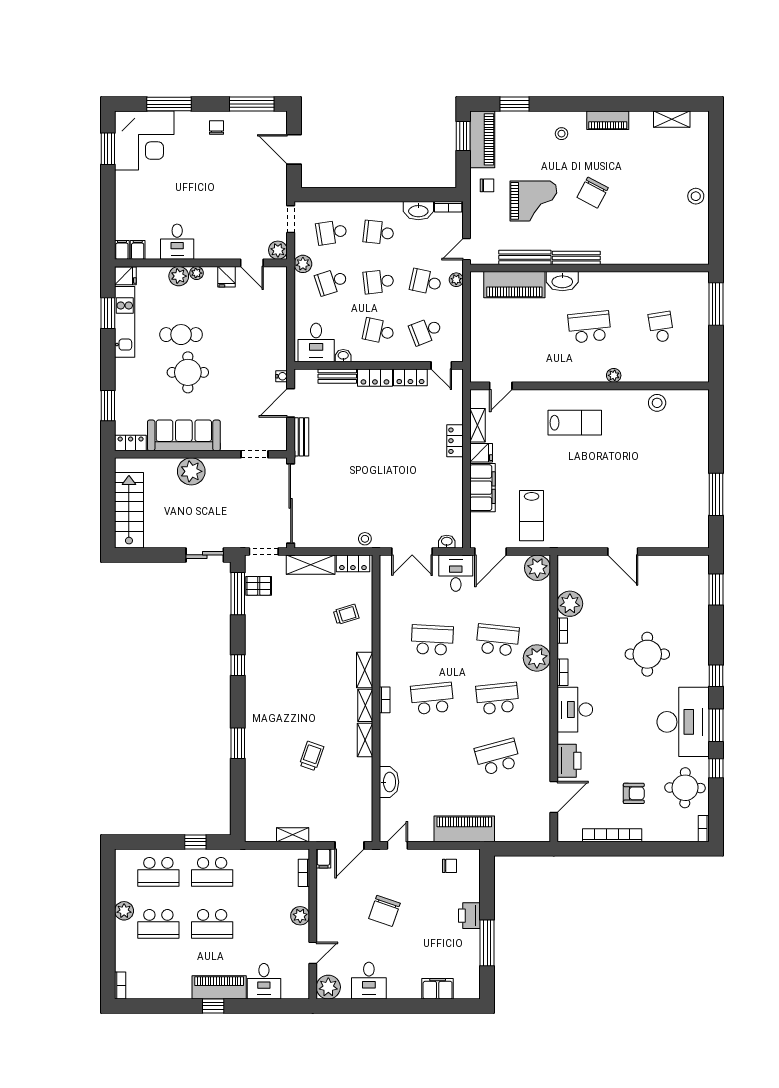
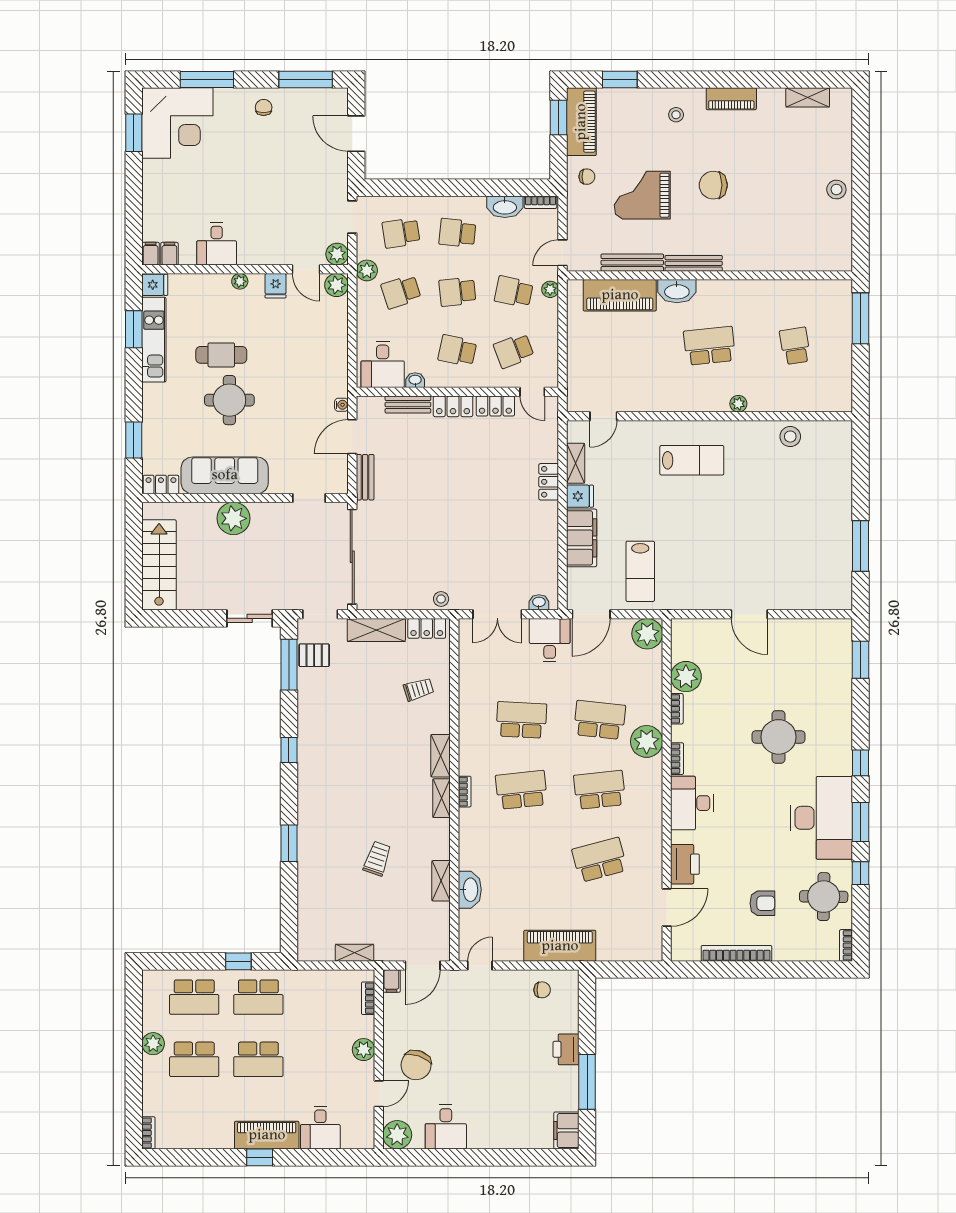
chair: (593, 193) -> (713, 185), turned 62
grand piano: (533, 201) -> (642, 195), turned 180
plant: (179, 276) -> (336, 285), moved
shelving: (365, 740) -> (441, 881), moved
chair: (385, 911) -> (416, 1065), moved
filing cabinet: (438, 989) -> (566, 1130), moved, turned -90

